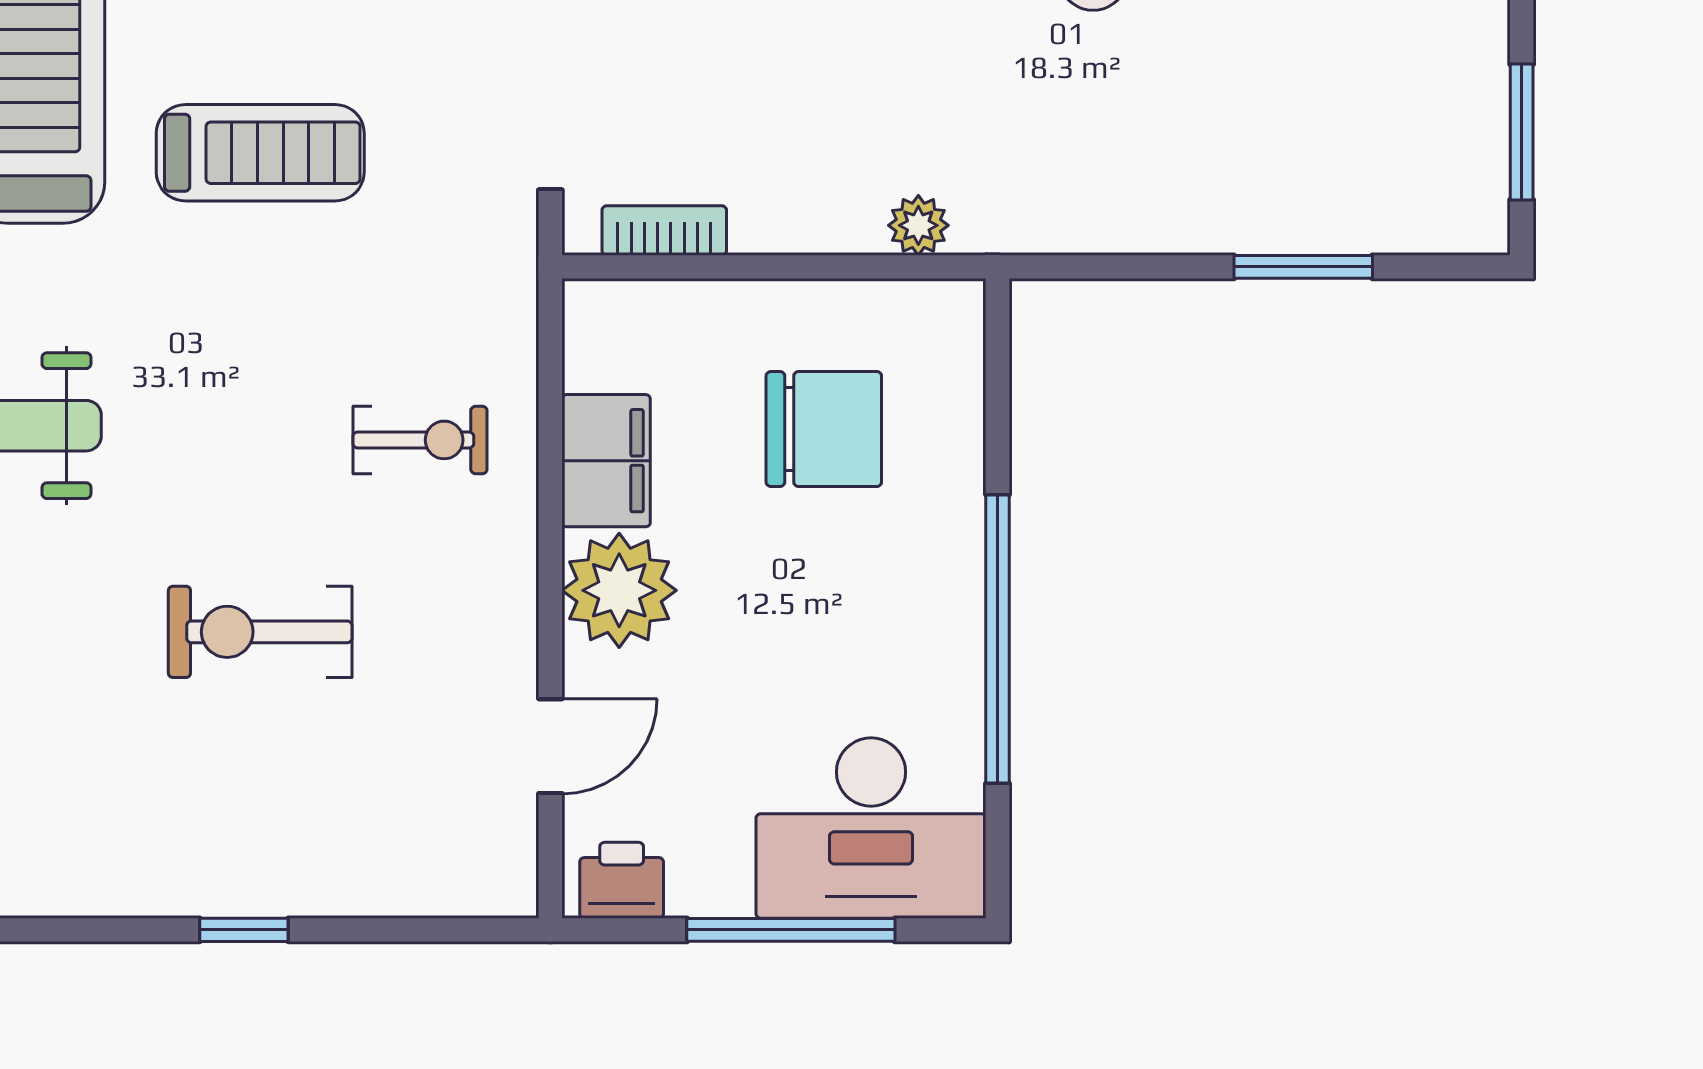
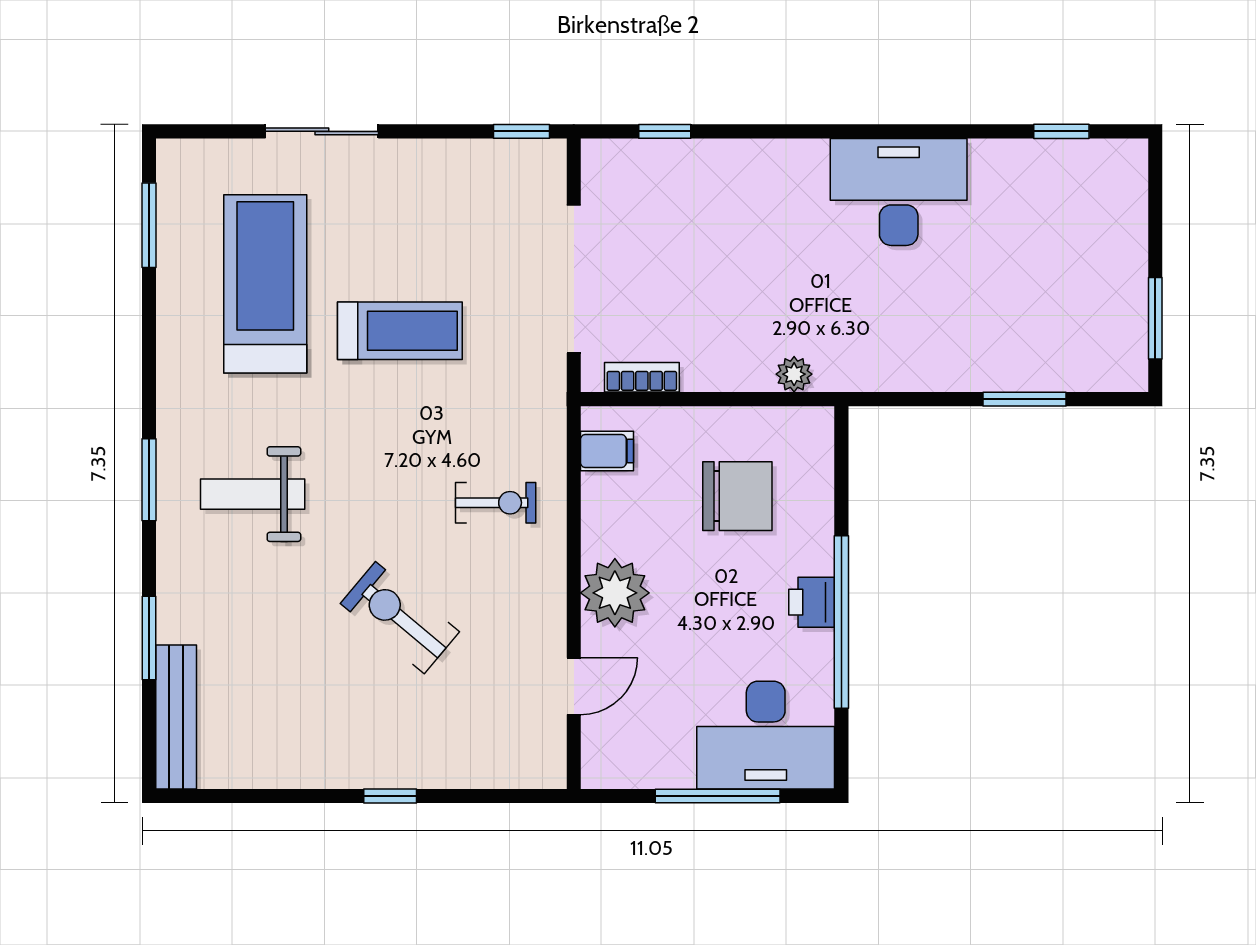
filing cabinet: (606, 461) -> (607, 451), moved, width x0.50
exercise bike: (260, 632) -> (400, 618), turned 40
printer: (622, 880) -> (812, 602), moved, turned -90

